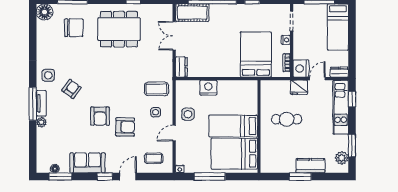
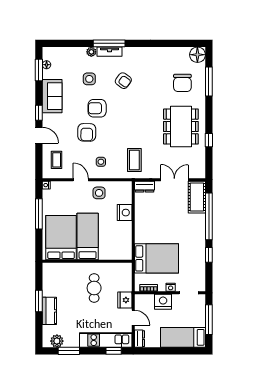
nightstand: (301, 69) -> (163, 302), moved
side table: (48, 75) -> (89, 79), moved
coffee table: (156, 89) -> (134, 160), moved

